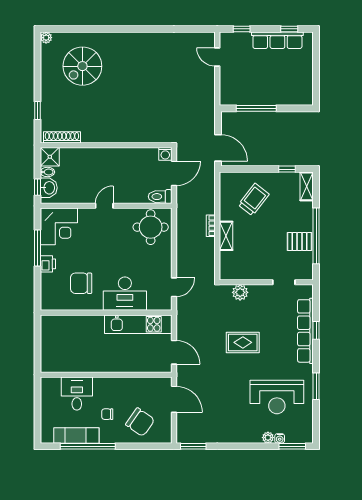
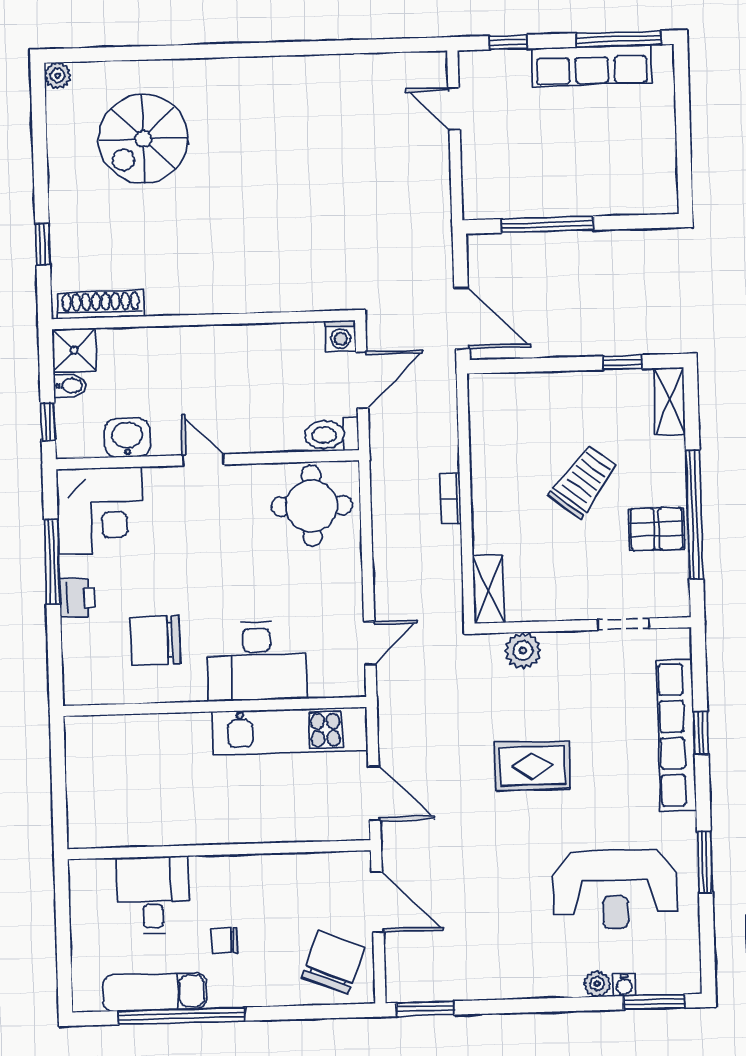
window: (289, 29) -> (618, 39), width x2.17
washbasin: (49, 188) -> (127, 438), moved, turned -90
trolley: (254, 199) -> (584, 482), moved
door: (104, 206) -> (203, 460), hinge flipped
shelving: (226, 236) -> (489, 589), moved
chair: (140, 422) -> (333, 962), moved, turned -103

